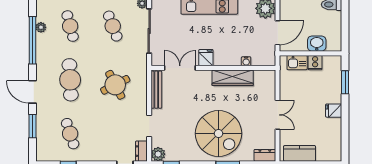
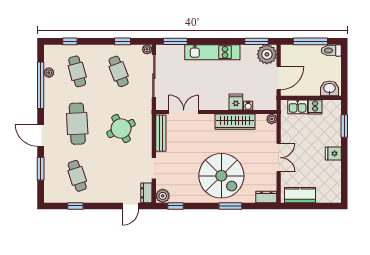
washbasin: (317, 44) -> (329, 88), moved
fridge: (206, 58) -> (236, 102), moved
plant: (270, 75) -> (272, 119), added

